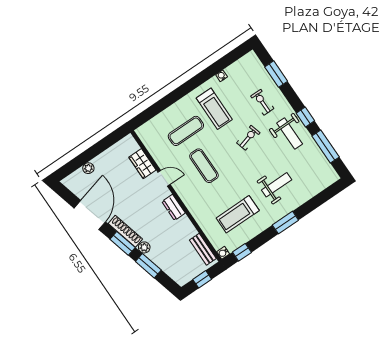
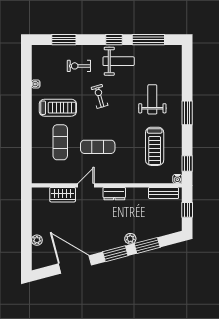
shoe rack: (125, 231) -> (107, 245), removed

